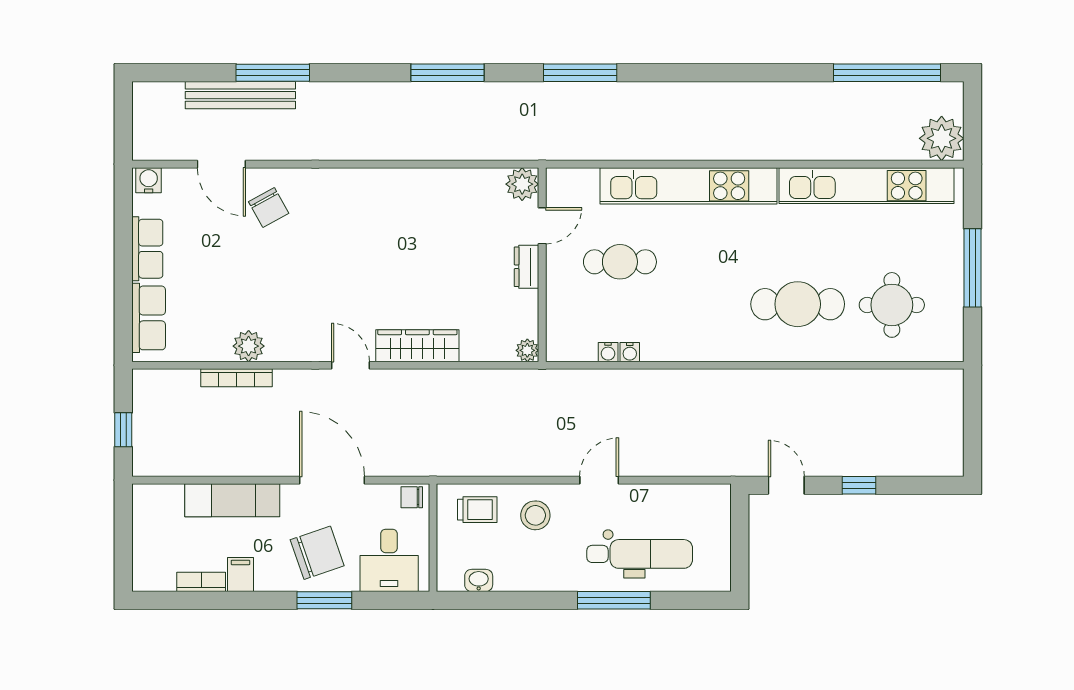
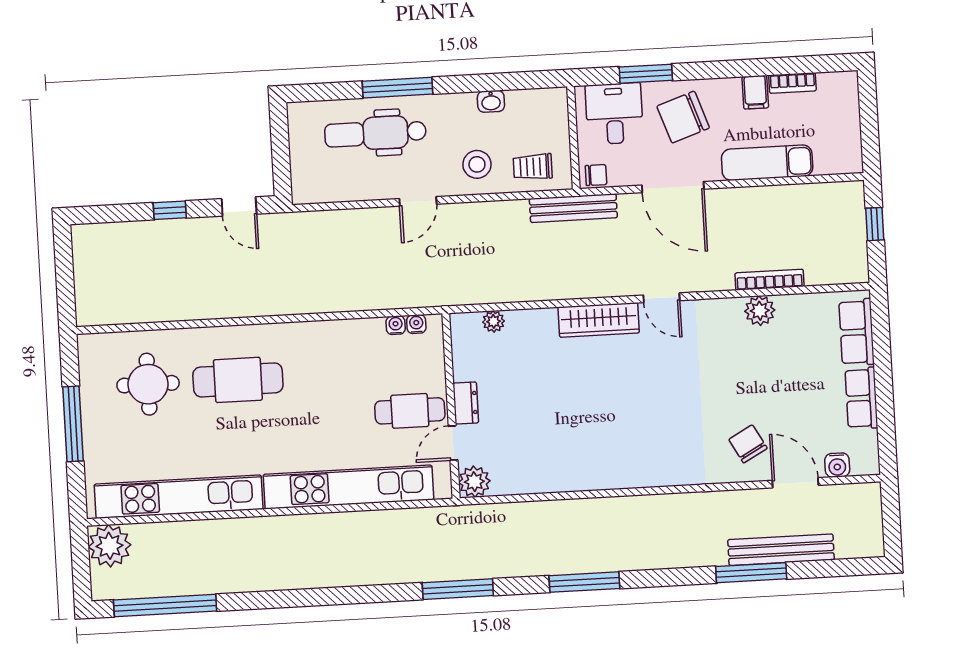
water cooler: (149, 180) -> (837, 465), moved
plant: (522, 184) -> (474, 482), moved
door: (542, 226) -> (453, 443), moved
wall: (542, 265) -> (451, 406), moved
dresser: (527, 267) -> (466, 403), moved
bench: (437, 464) -> (573, 208), added
washbasin: (479, 580) -> (491, 101), moved
window: (324, 600) -> (646, 74), moved

